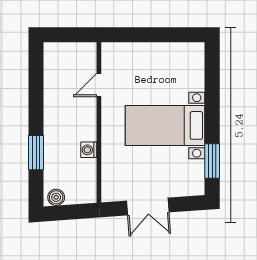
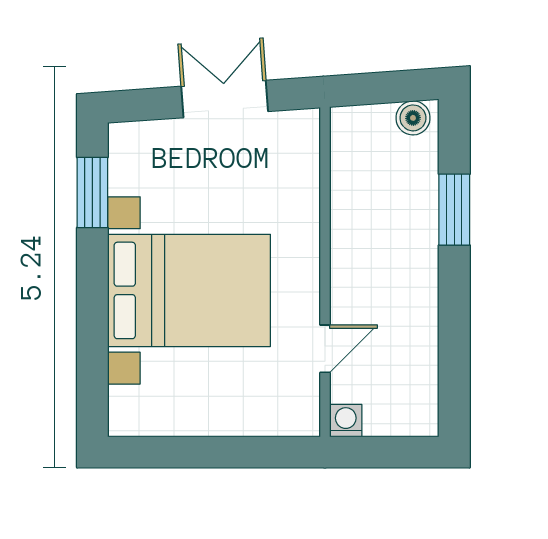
bed with nightstands: (165, 125) -> (189, 290), width x1.36
washing machine: (89, 150) -> (346, 421), moved, turned -90

